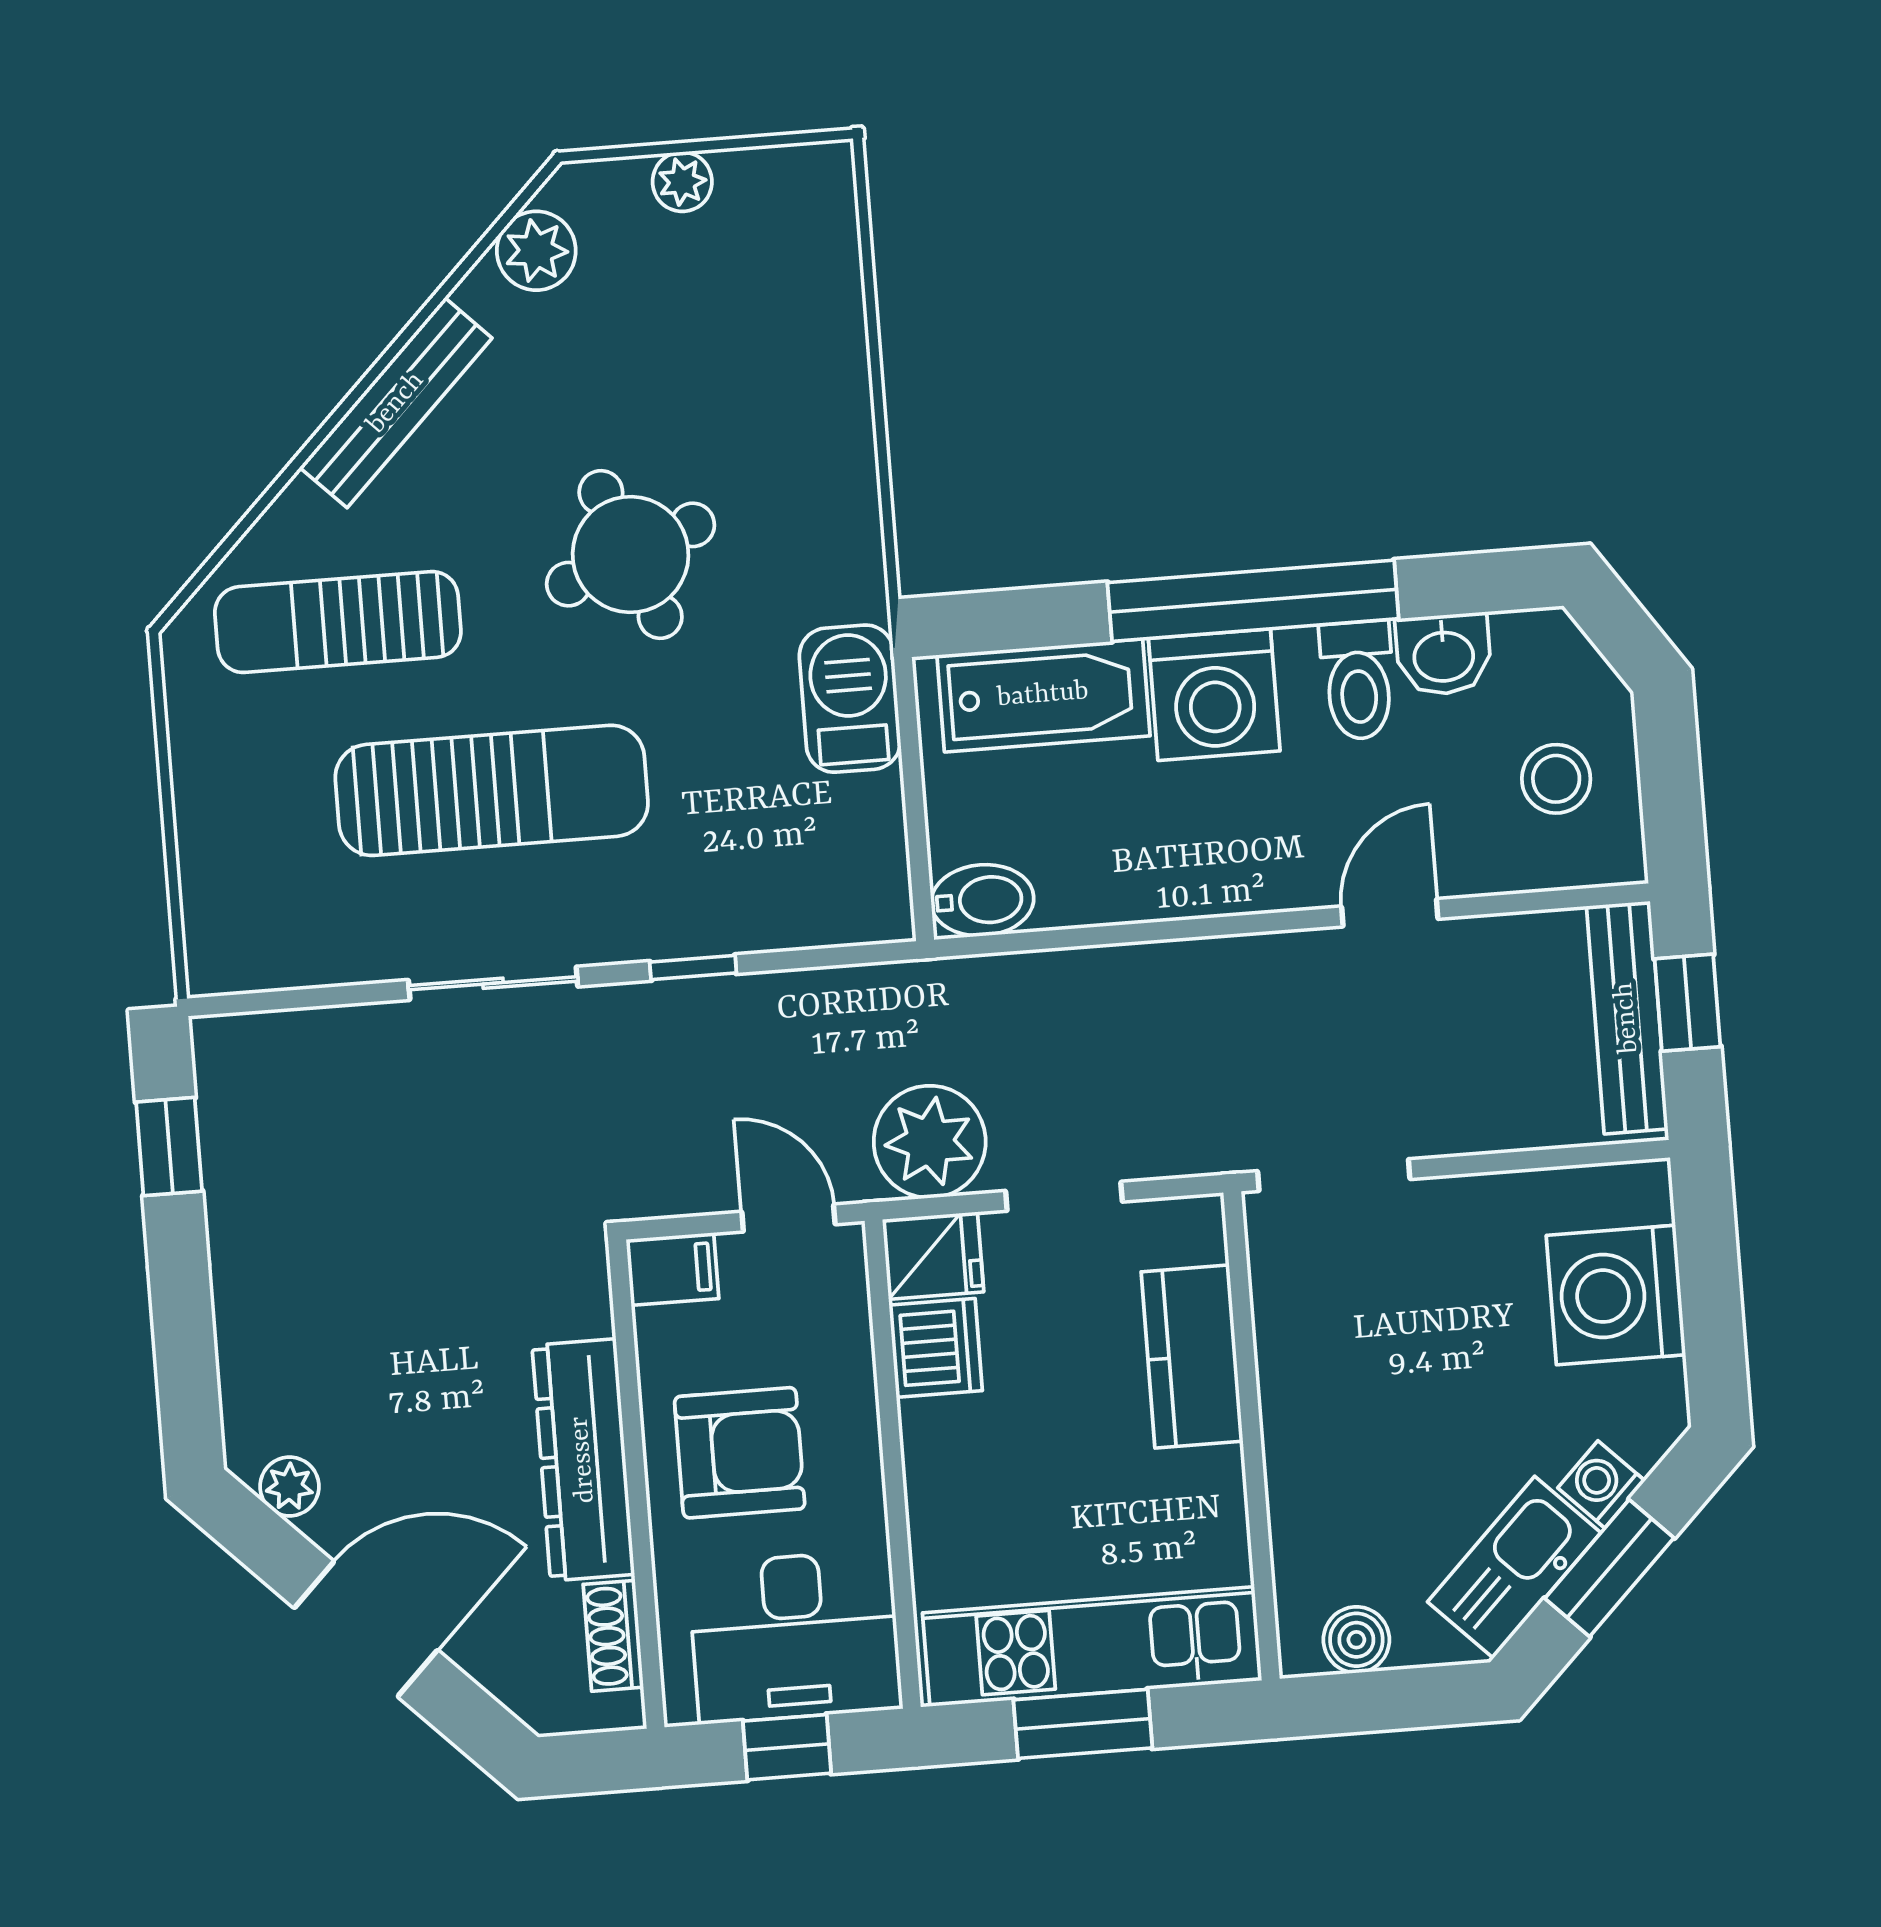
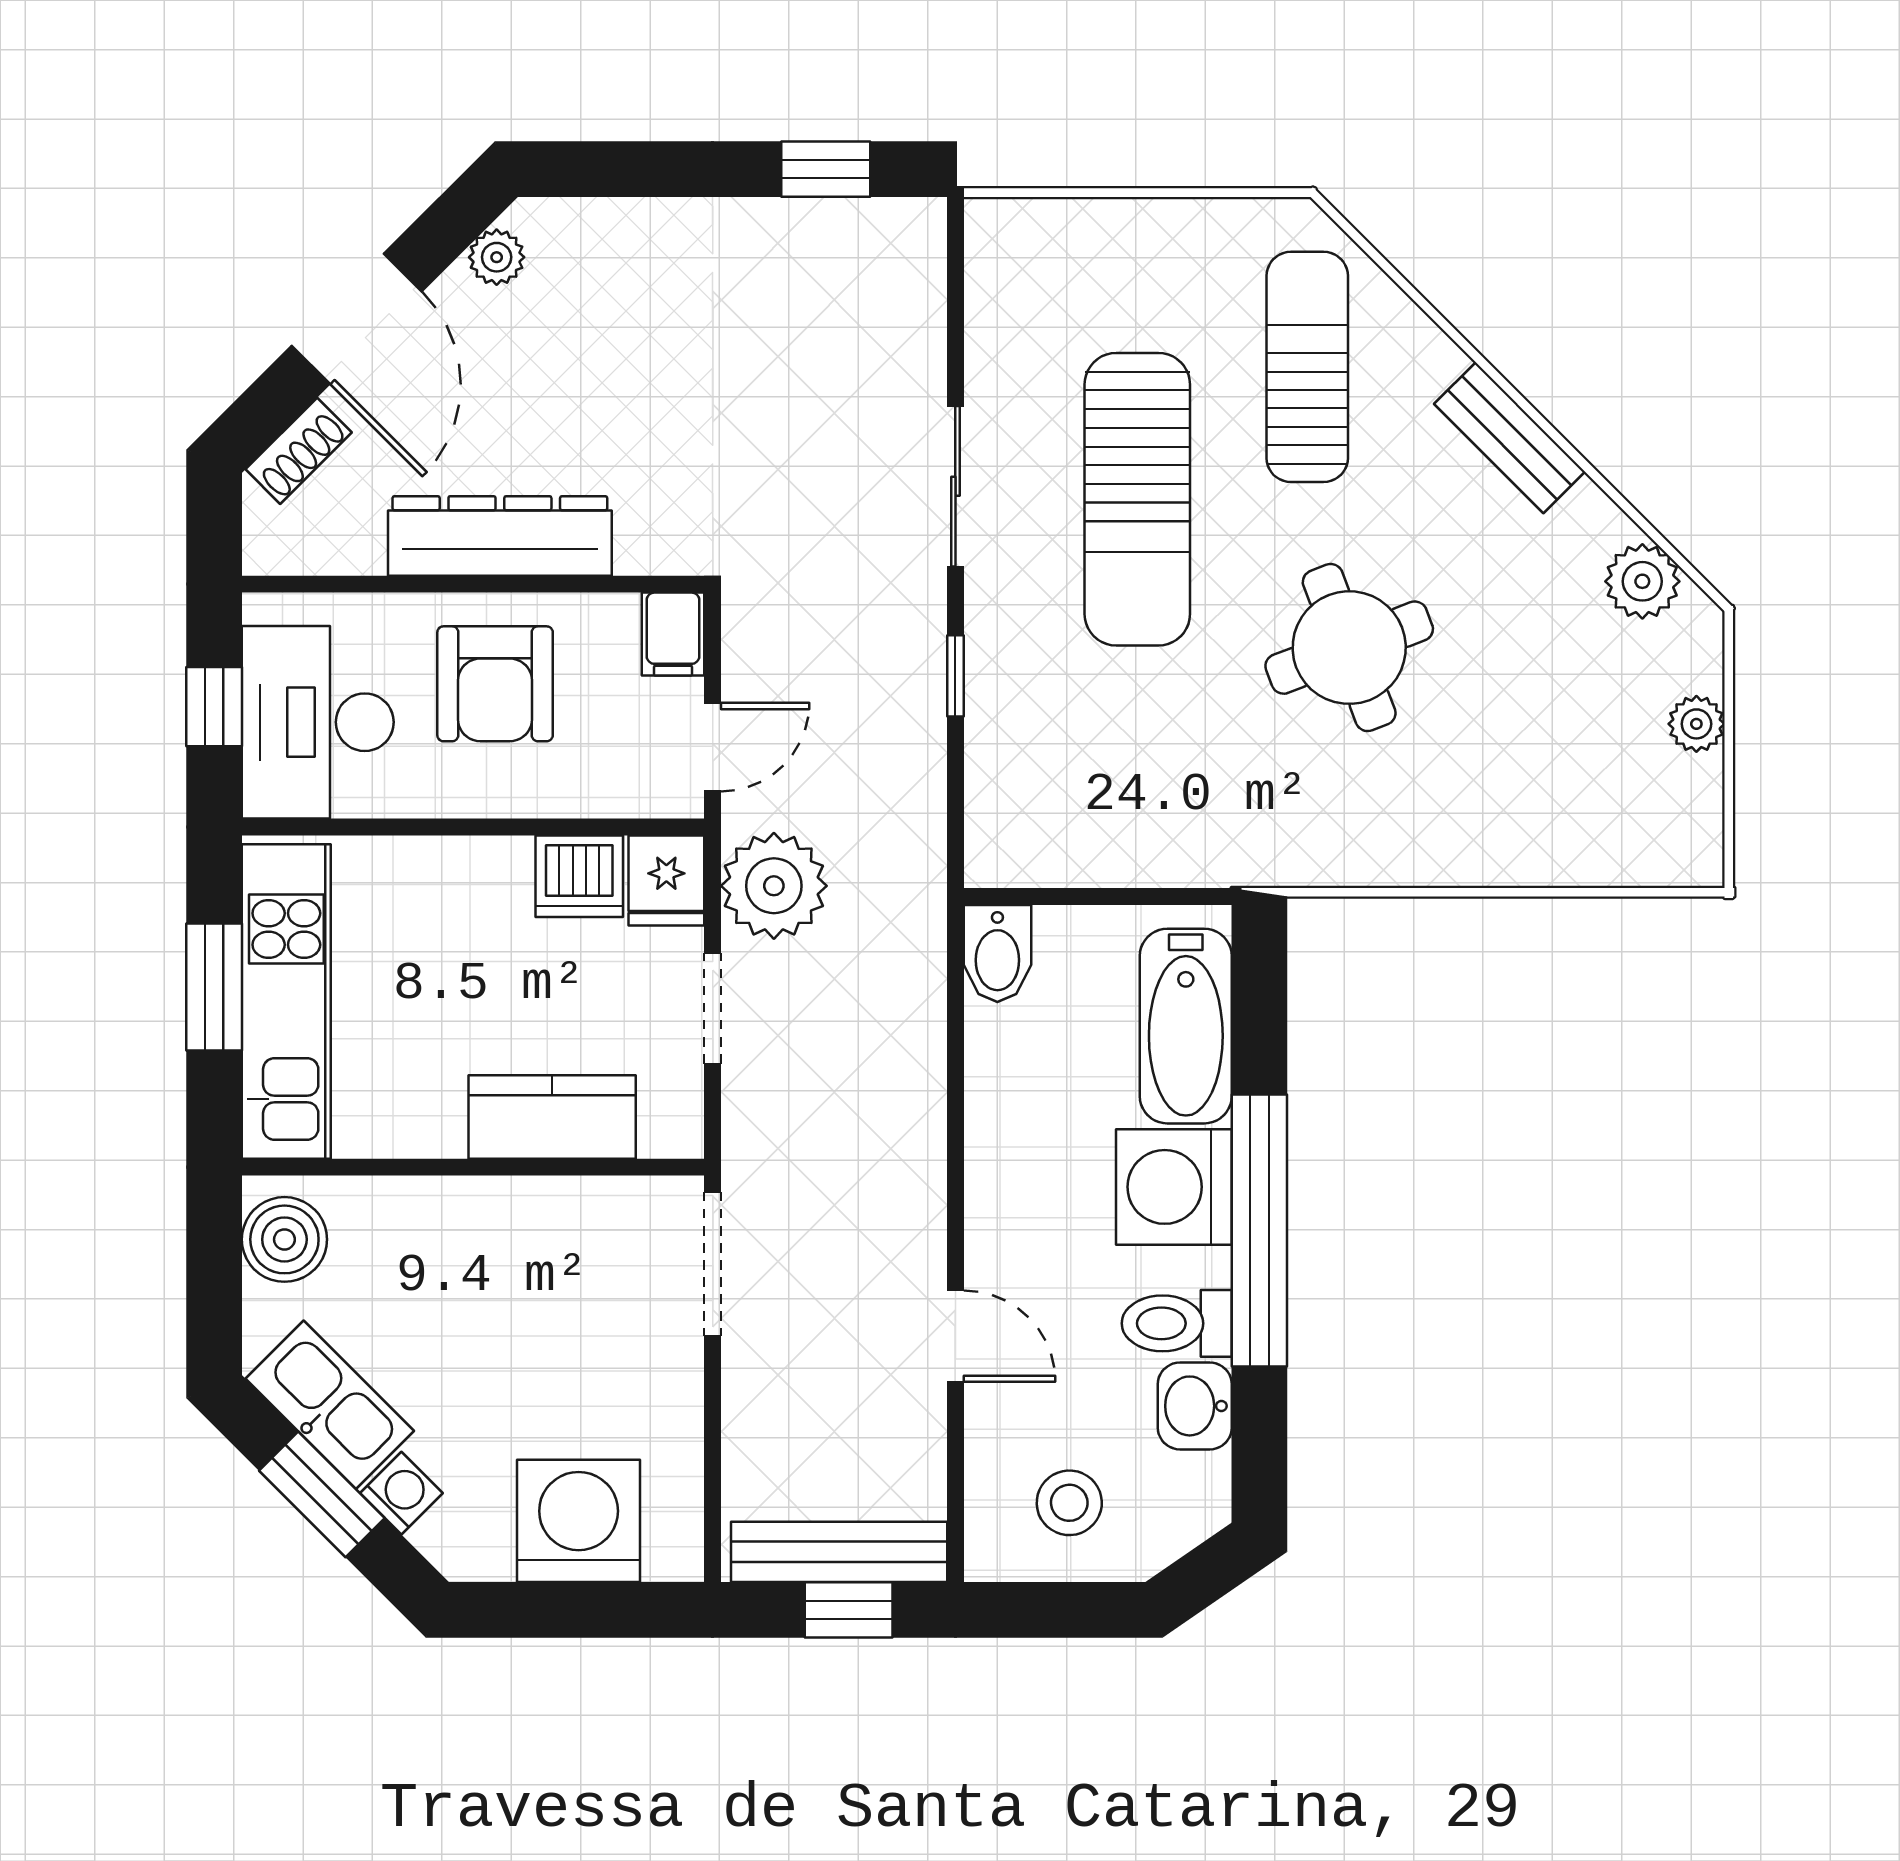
bench: (396, 403) -> (1510, 438), width x0.73
barbecue: (850, 699) -> (1197, 843), removed
shoe rack: (613, 1636) -> (299, 451), moved, turned 135
boiler: (1356, 1640) -> (284, 1239), width x1.36, depth x1.36

